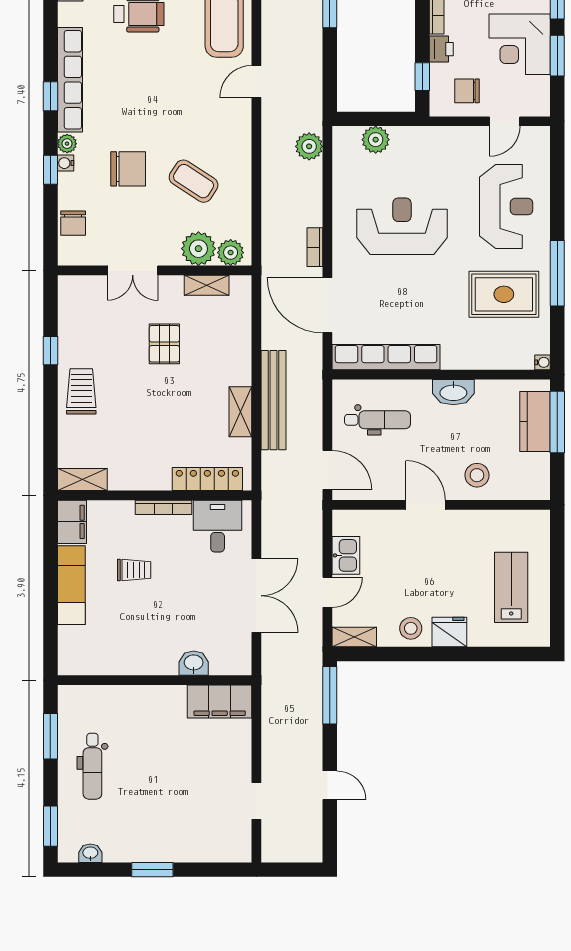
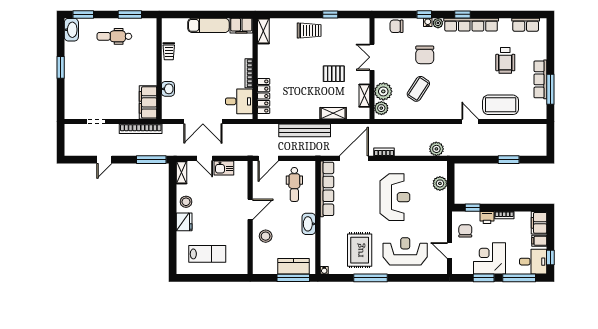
reception desk: (506, 207) -> (405, 251), turned 180
shelving: (240, 412) -> (333, 113), moved
trolley: (134, 570) -> (169, 51), moved
bookcase: (270, 715) -> (141, 129), added
washbasin: (90, 853) -> (71, 30), width x1.91, depth x1.45

